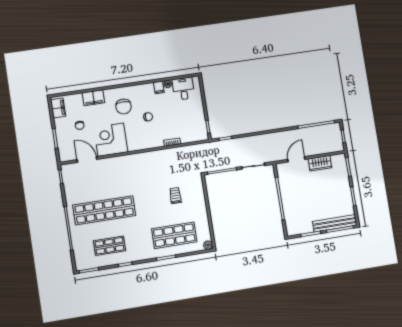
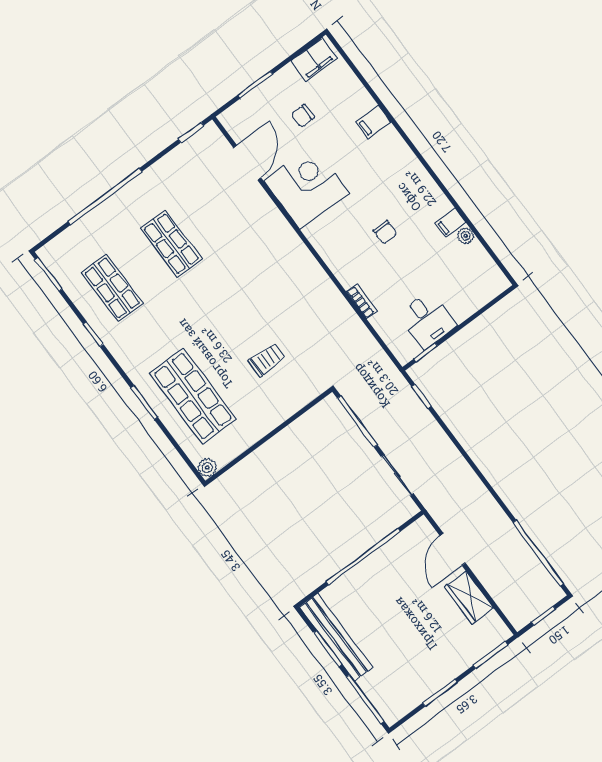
desk: (183, 89) -> (428, 320), moved, turned 90
filing cabinet: (93, 98) -> (373, 122), width x0.50
chair: (124, 107) -> (380, 177), removed
door: (296, 159) -> (453, 549), swing flipped
shop shelf: (104, 210) -> (171, 244), width x0.50, depth x0.74
bench: (335, 223) -> (336, 637), moved

